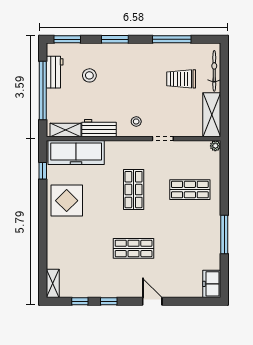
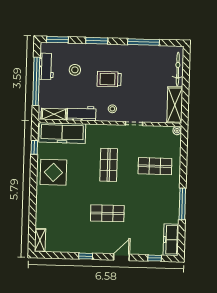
trolley: (181, 79) -> (109, 79), moved
freezer: (212, 284) -> (171, 240), width x1.40
window: (80, 301) -> (155, 258), moved
door: (152, 301) -> (121, 257), hinge flipped

